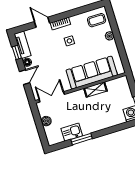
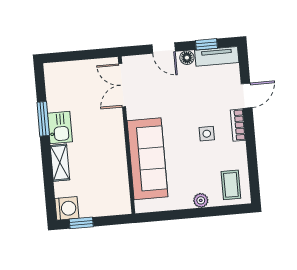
shelving: (95, 90) -> (60, 163), moved
double door: (52, 97) -> (122, 85), swing flipped
boiler: (46, 121) -> (85, 68), removed
kitchen sink: (72, 132) -> (60, 127), moved

